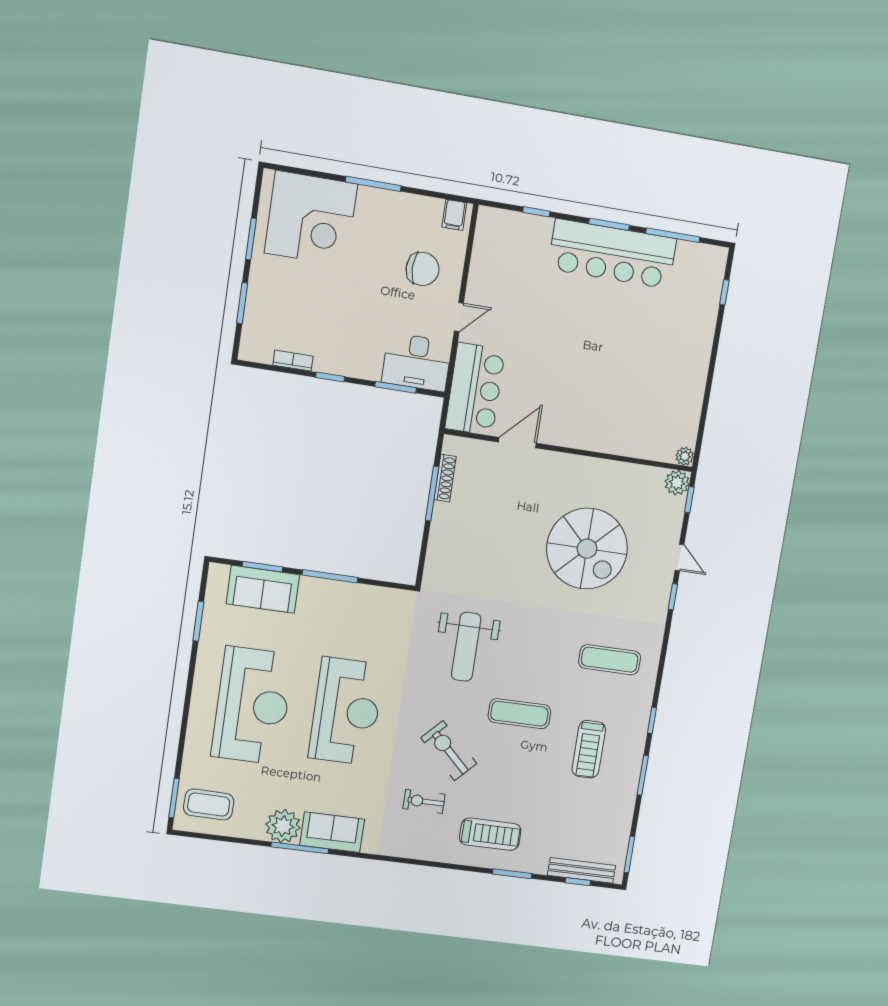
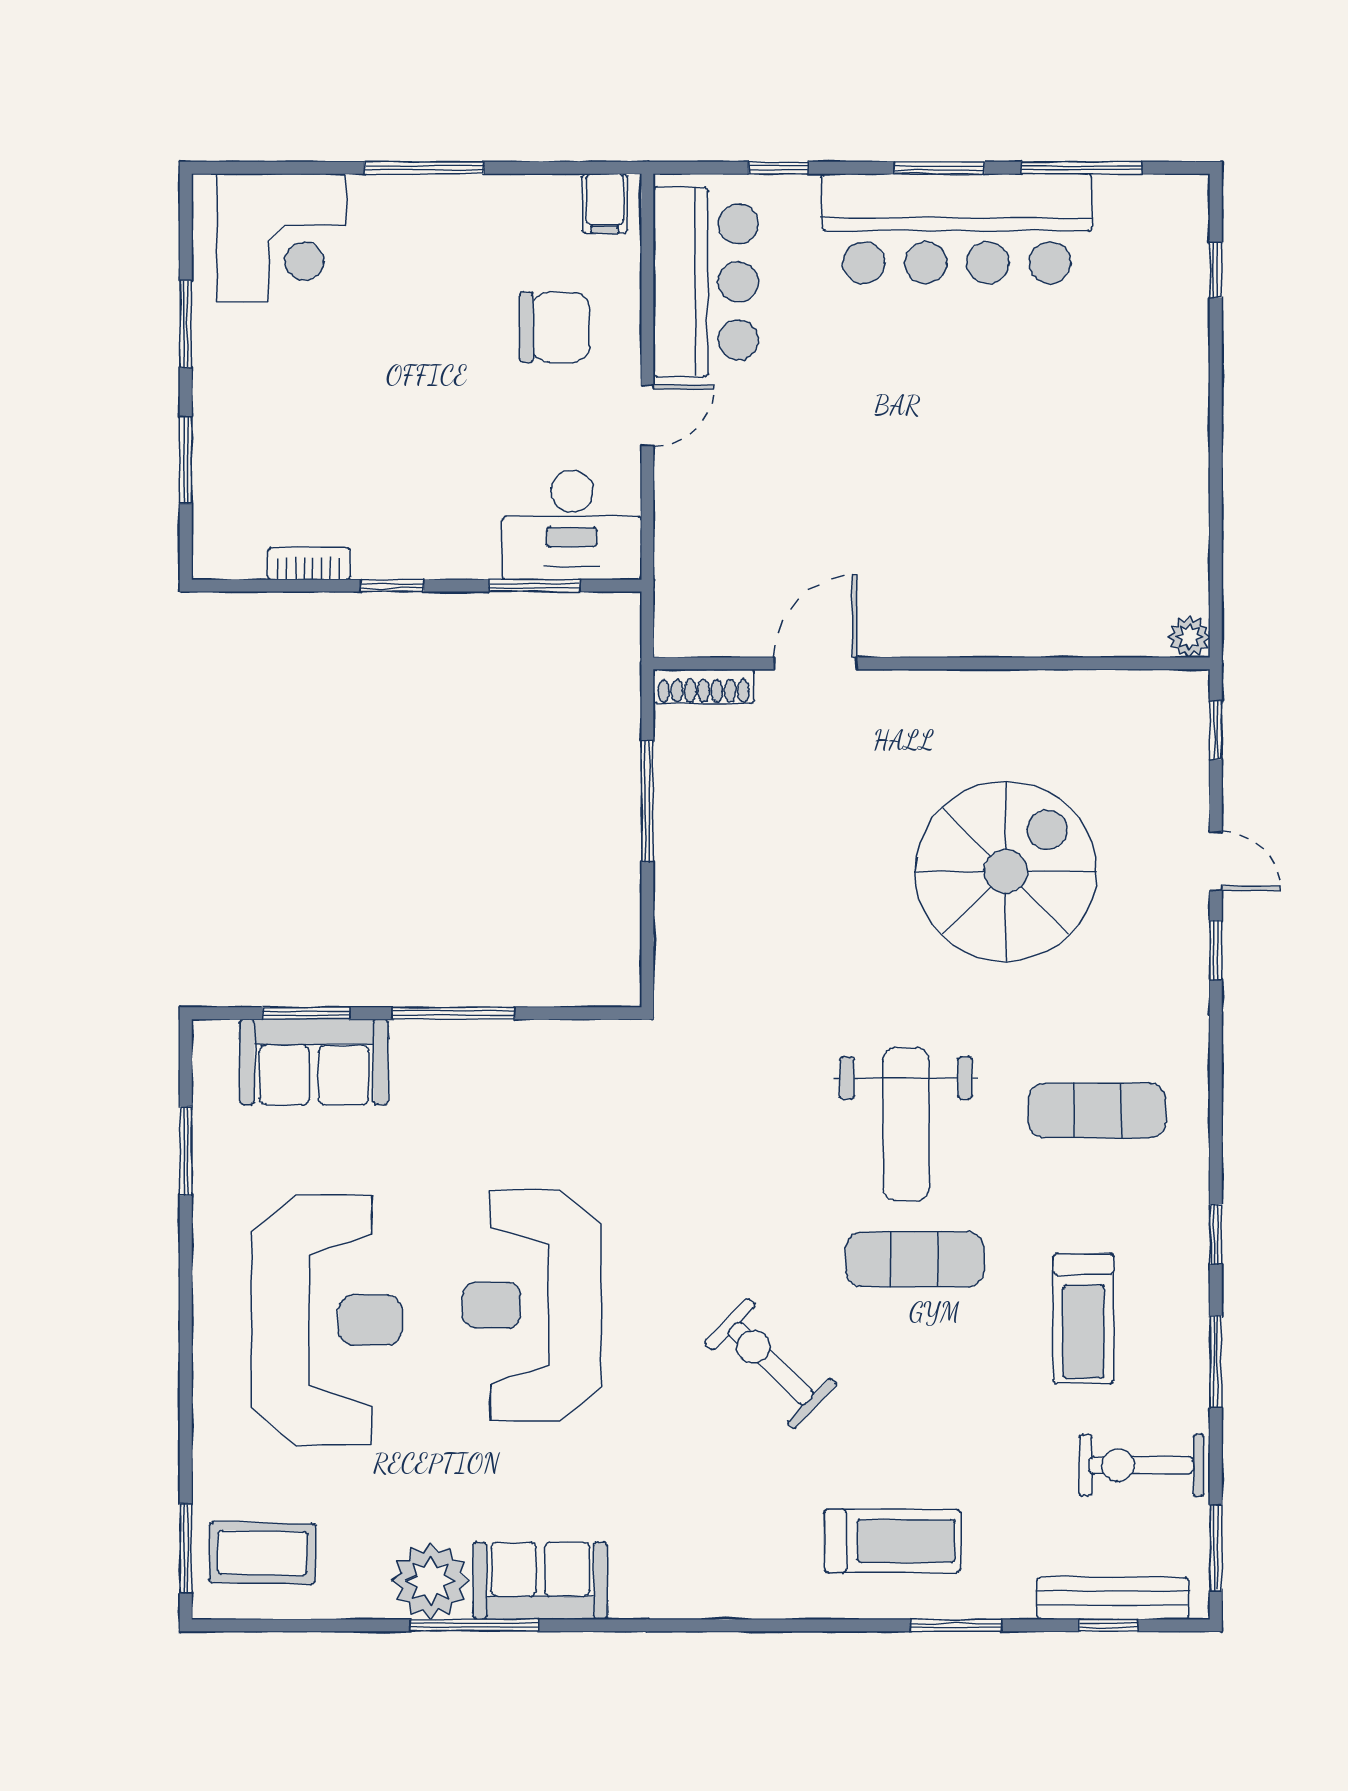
corner desk: (311, 218) -> (281, 238), width x0.74, depth x0.74
bar counter: (475, 389) -> (706, 282), moved
shoe rack: (445, 478) -> (704, 686), moved, turned 90
plant: (677, 483) -> (1182, 697), removed
spiral stairs: (587, 549) -> (1006, 871), turned -90
weight bench: (466, 647) -> (906, 1124), moved
reception desk: (346, 711) -> (532, 1305), turned 180
exercise bike: (424, 801) -> (1141, 1465), moved, width x1.38, depth x1.39

